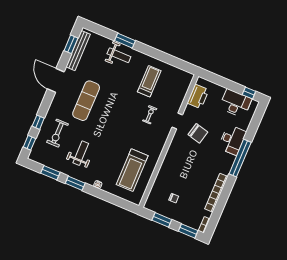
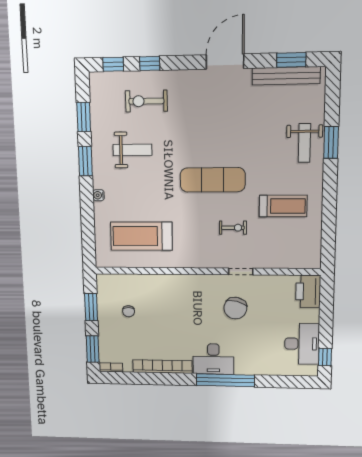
printer: (198, 96) -> (308, 291), moved, turned 90
exercise mat: (86, 101) -> (213, 180), moved
desk: (232, 140) -> (213, 359), moved

